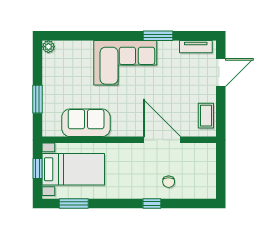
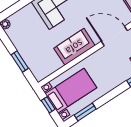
sofa: (86, 123) -> (74, 47), moved

